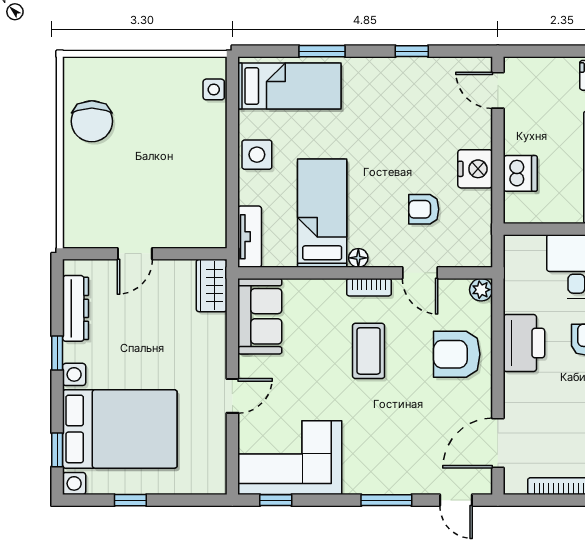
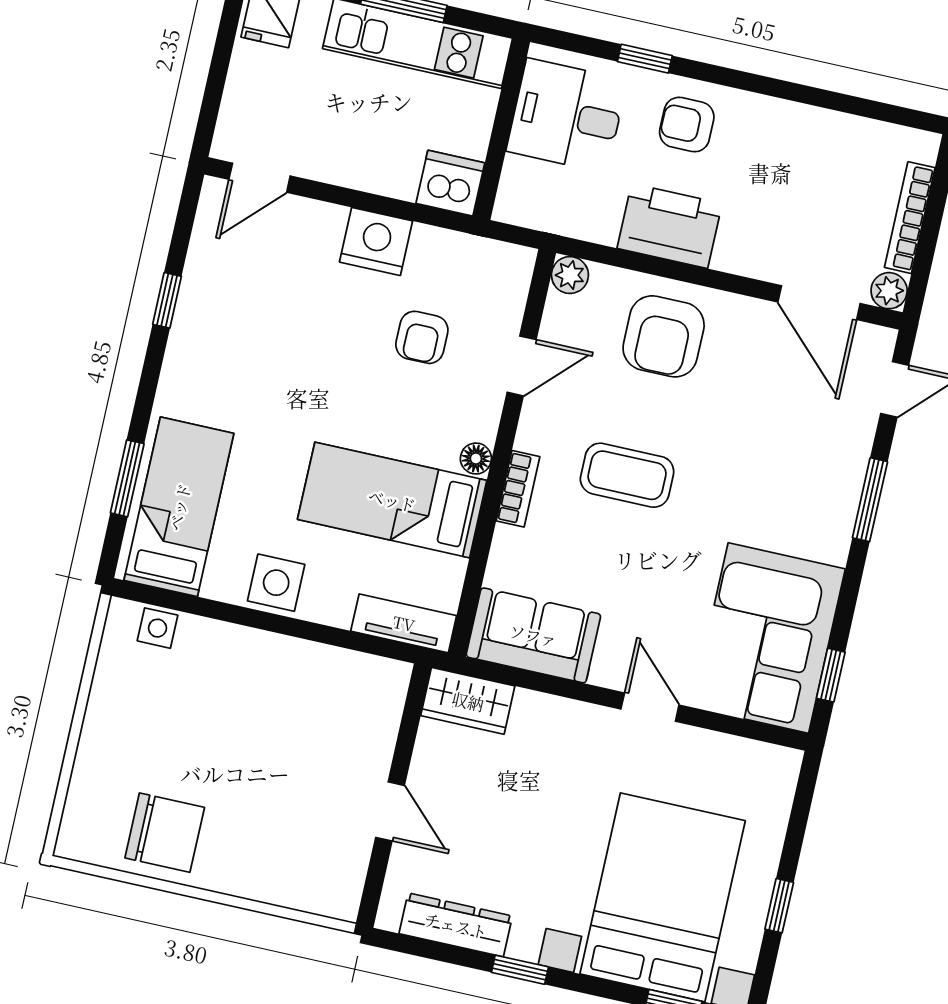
window: (322, 51) -> (127, 478), moved
dishwasher: (520, 173) -> (450, 183), moved
bookcase: (369, 287) -> (518, 489), moved
plant: (515, 484) -> (889, 291), added

